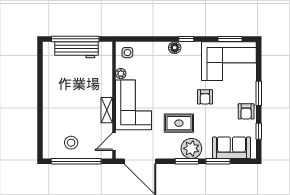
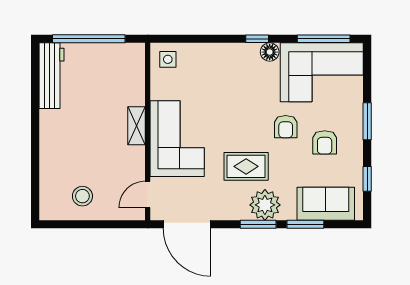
window: (230, 39) -> (324, 39), width x1.44
floor lamp: (175, 48) -> (270, 52), moved
workbench: (76, 50) -> (51, 76), moved, turned -90
plant: (121, 74) -> (158, 91), removed
shelving: (107, 110) -> (137, 126), moved
armchair: (246, 111) -> (325, 142), moved
window: (76, 161) -> (90, 224), removed

